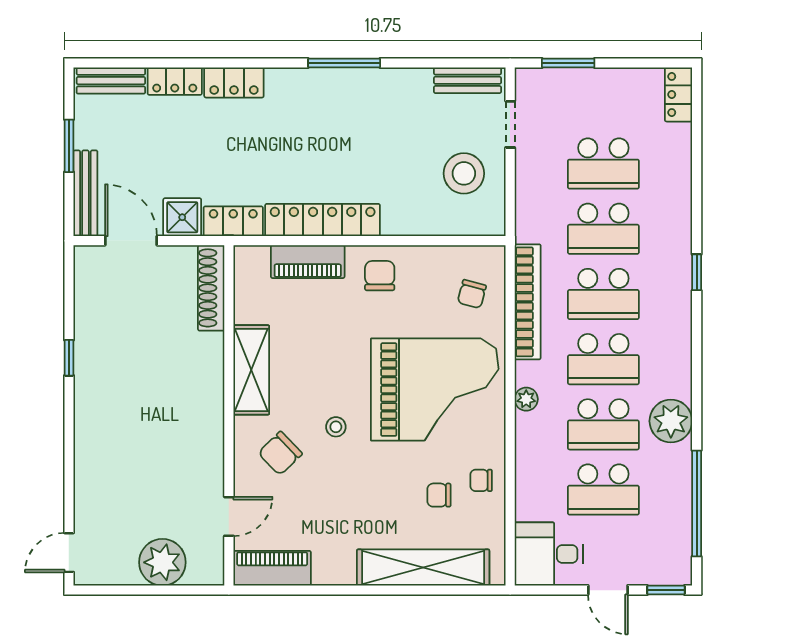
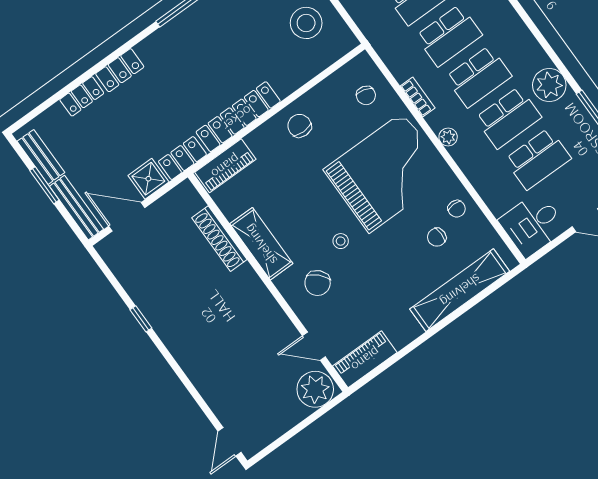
bench: (111, 81) -> (41, 157), moved, turned 90
piano: (308, 262) -> (225, 166), moved
shoe rack: (211, 288) -> (219, 239), moved
bookcase: (528, 302) -> (418, 97), width x0.43, depth x0.76
chair: (481, 480) -> (457, 209), turned -90
door: (229, 516) -> (314, 346), swing flipped
plant: (162, 562) -> (315, 389), moved

